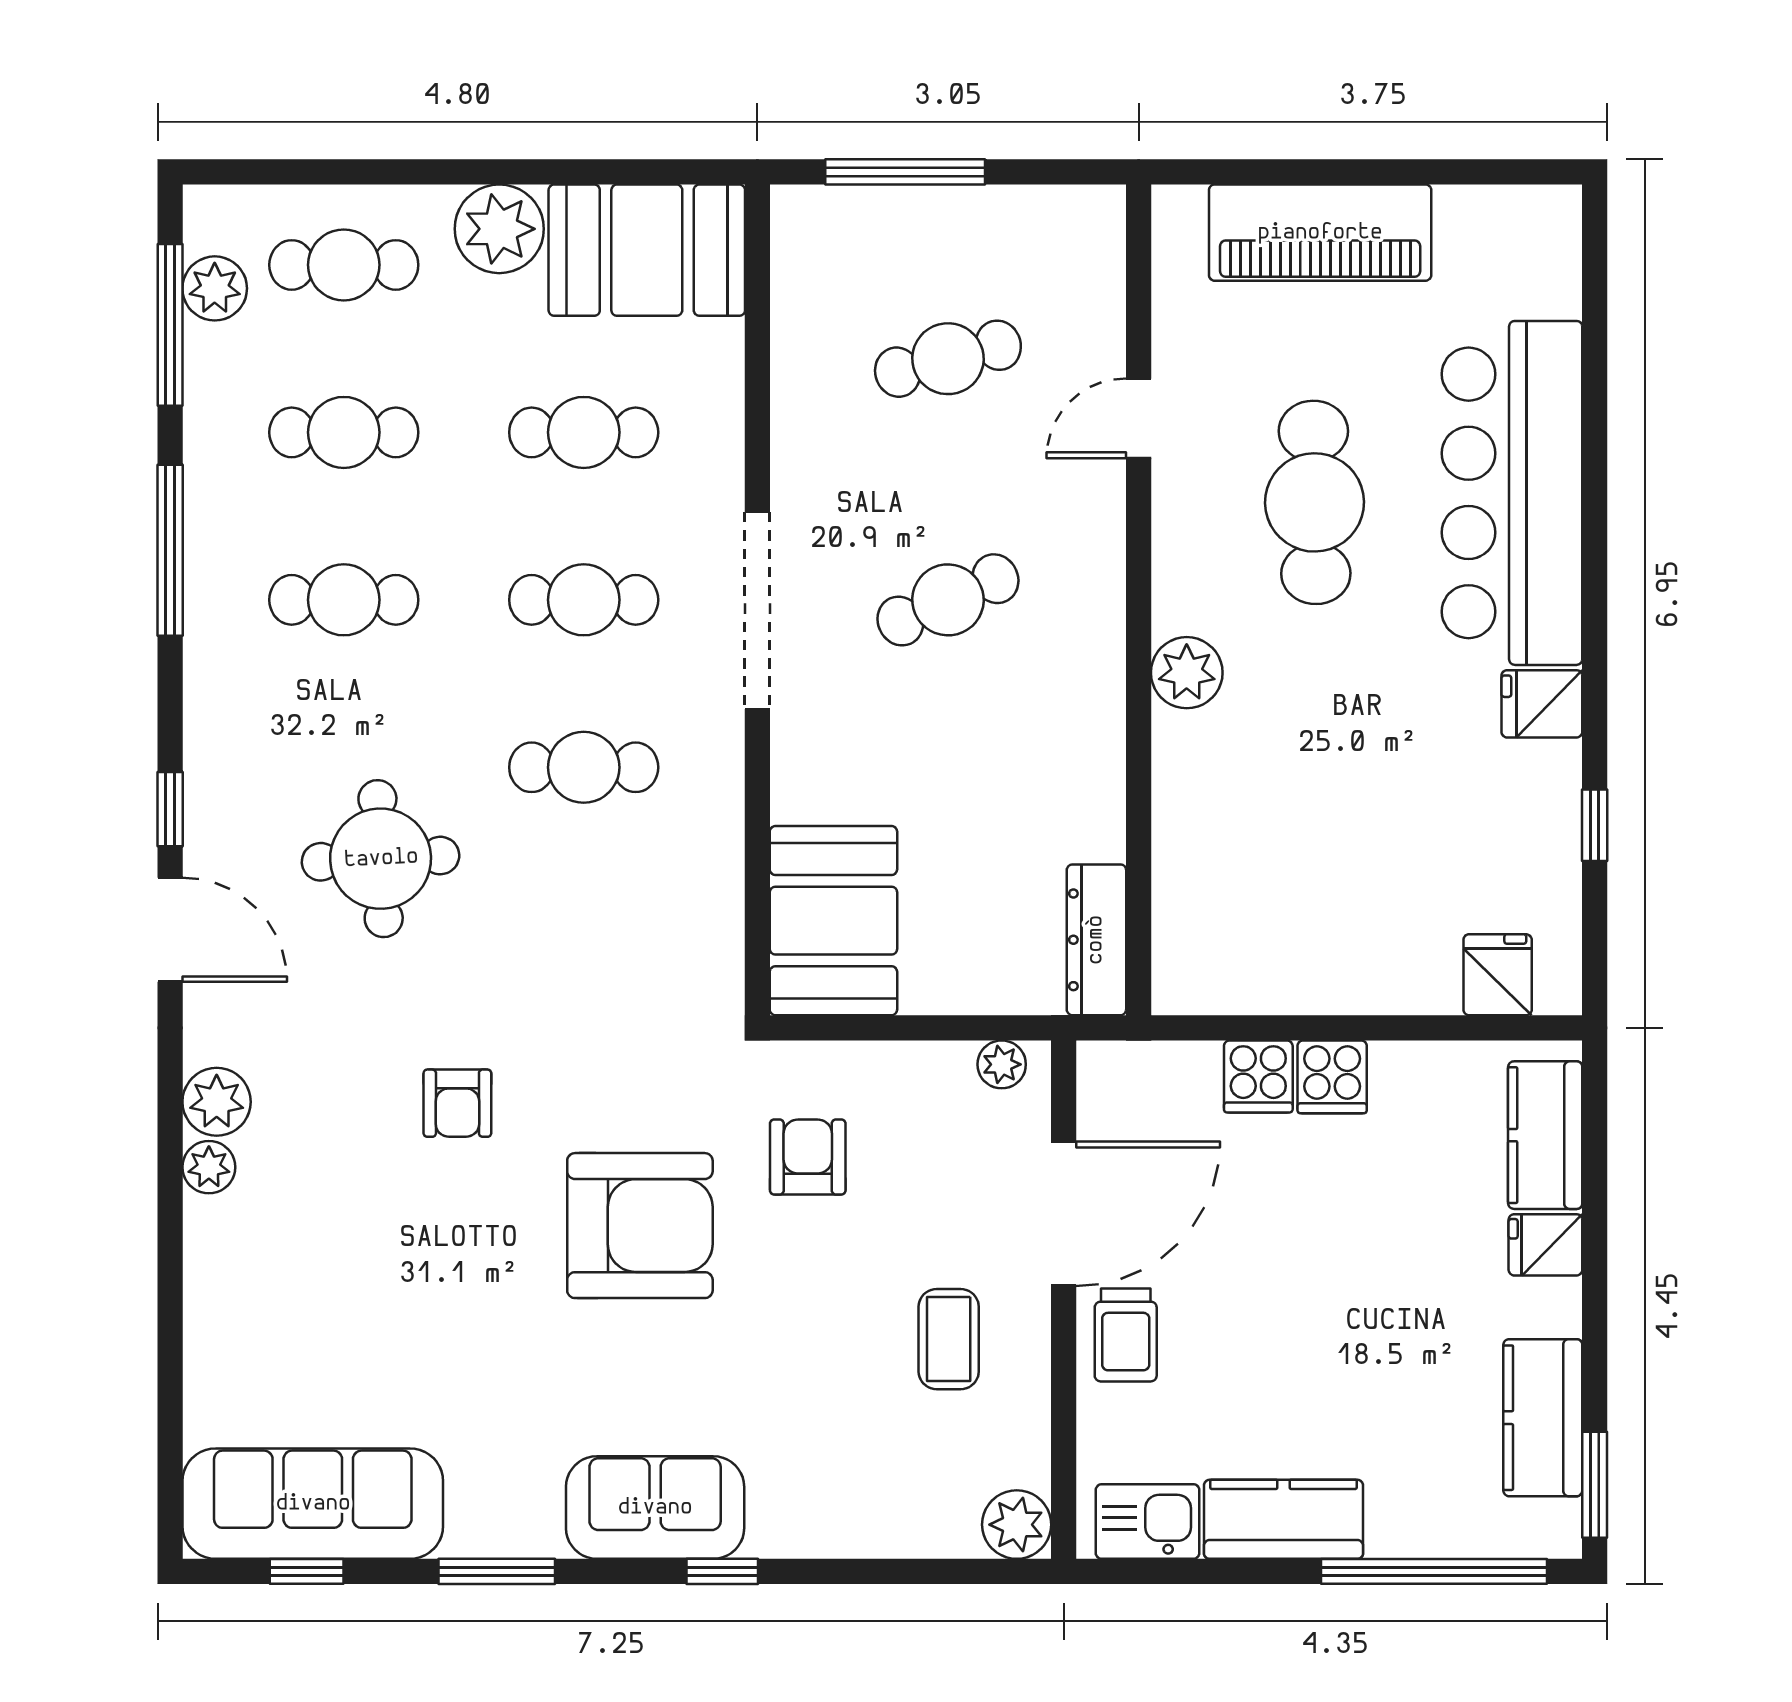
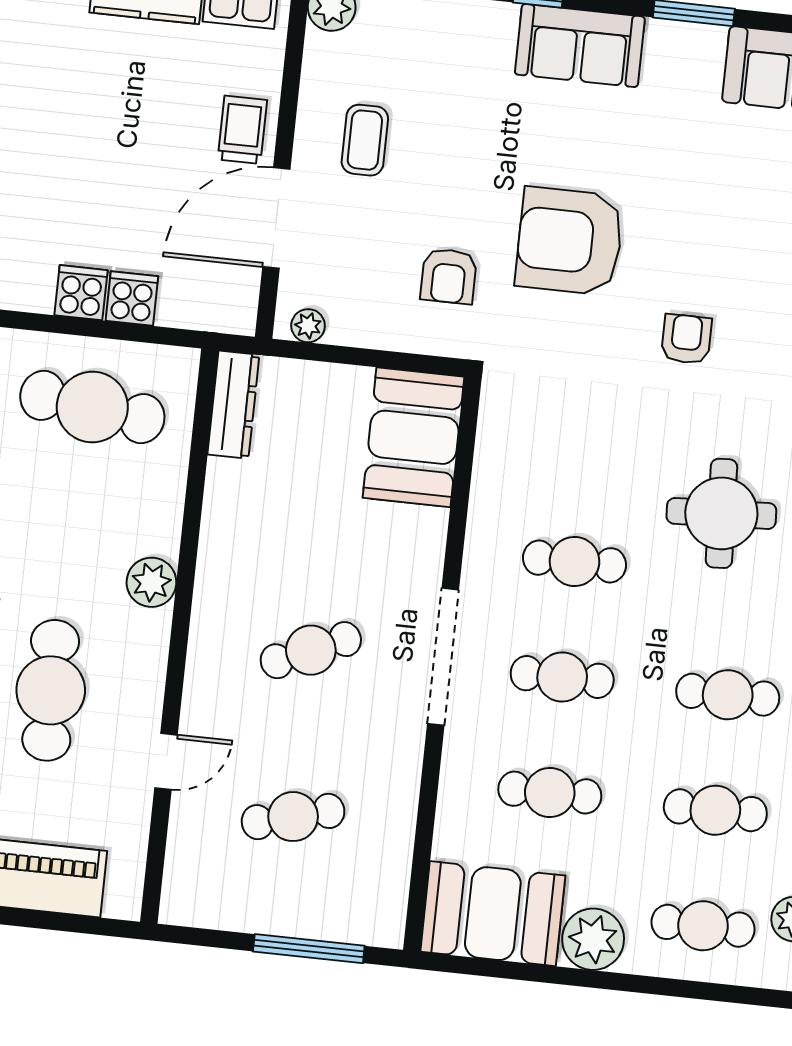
cafe table: (1298, 915) -> (92, 407), added

